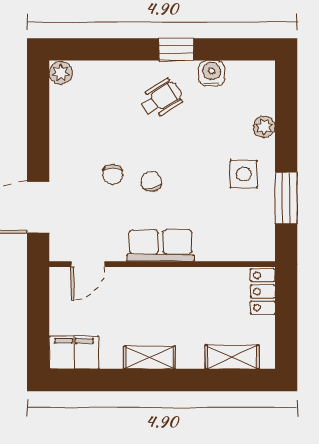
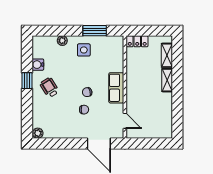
filing cabinet: (74, 352) -> (165, 127), removed
shelving: (149, 357) -> (167, 80), moved

